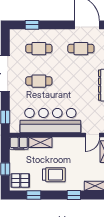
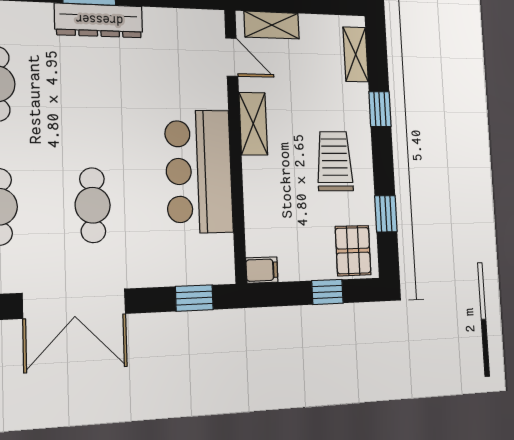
bar counter: (50, 121) -> (199, 171), width x0.73
shelving: (40, 142) -> (253, 124), moved
filing cabinet: (19, 143) -> (262, 270), width x0.50

